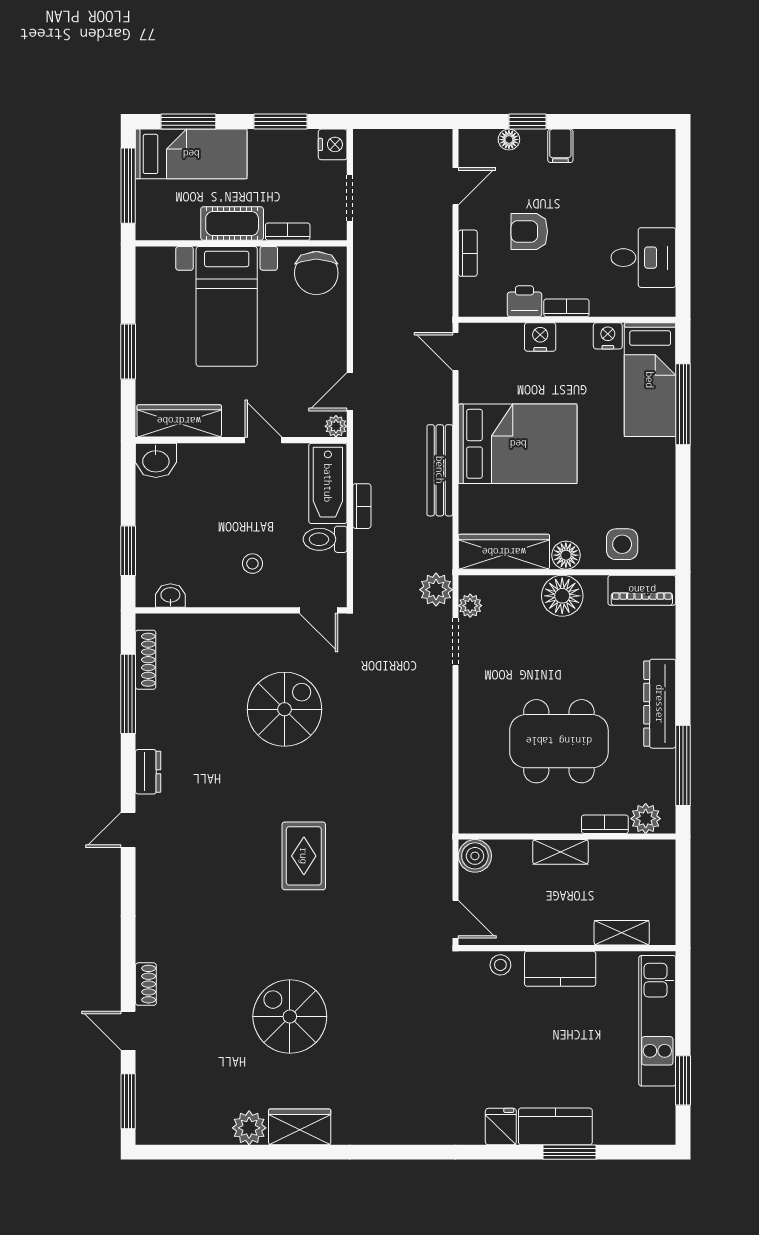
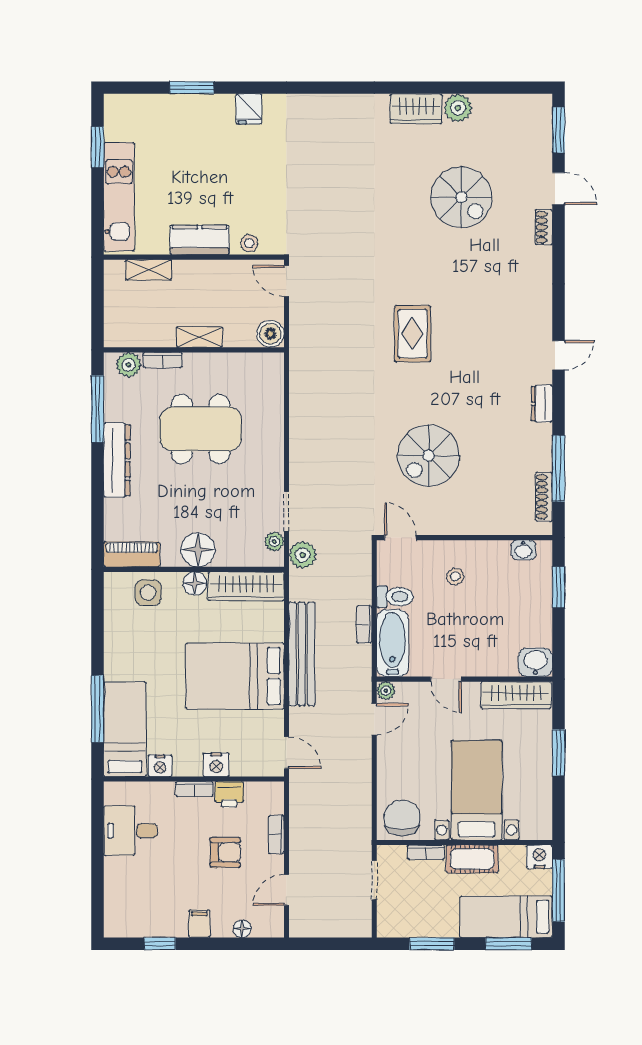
window: (527, 122) -> (160, 944), moved
nightstand: (333, 144) -> (540, 857), moved, turned 90
bench: (440, 470) -> (302, 654), width x1.37, depth x1.21
spiral stairs: (290, 1017) -> (461, 197), moved
kitchen counter: (555, 1126) -> (204, 109), removed

